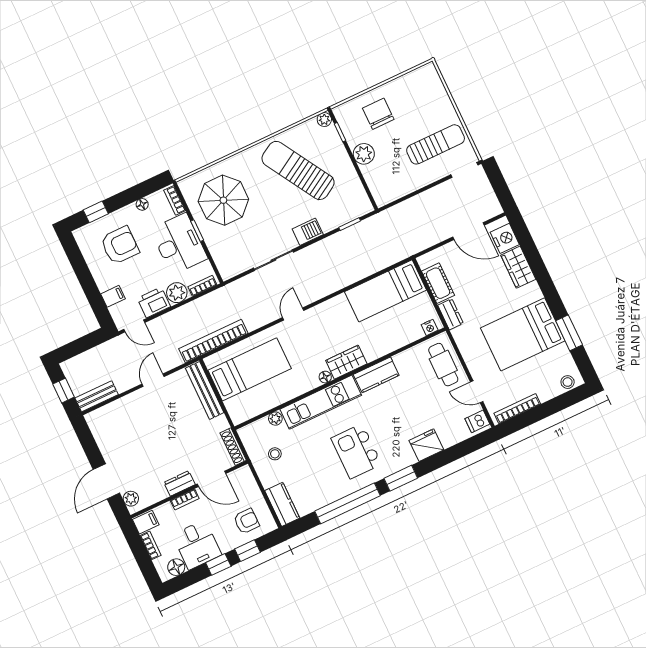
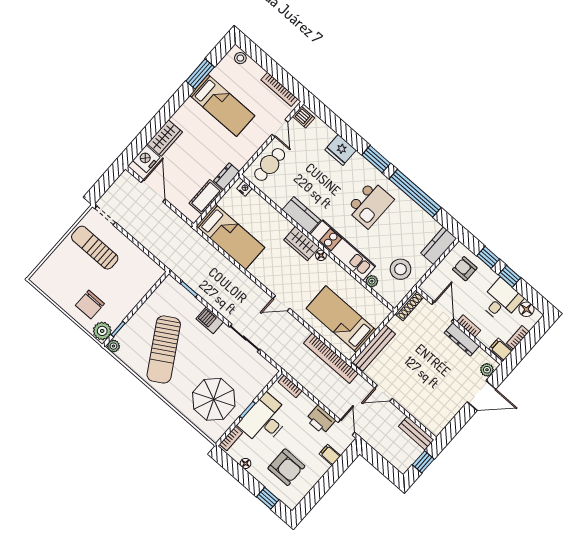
plant: (364, 154) -> (102, 331), moved
armchair: (120, 245) -> (286, 467), turned 180
plant: (177, 293) -> (305, 405), removed
bed: (523, 334) -> (222, 106), width x0.67
stool: (275, 454) -> (401, 269), width x1.89, depth x1.89
dresser: (179, 483) -> (462, 339), width x1.44

